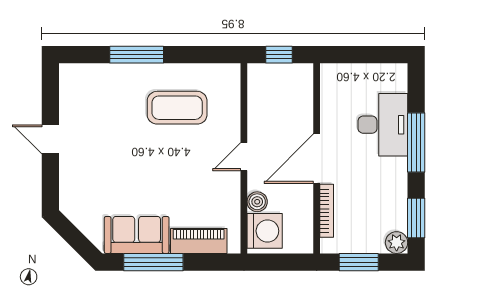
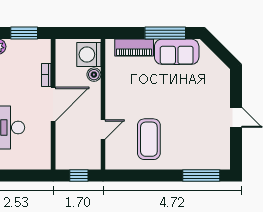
window: (137, 55) -> (201, 176), moved
coffee table: (177, 108) -> (149, 139), turned 90
door: (244, 157) -> (103, 130), moved
bookcase: (327, 211) -> (46, 75), width x0.64

